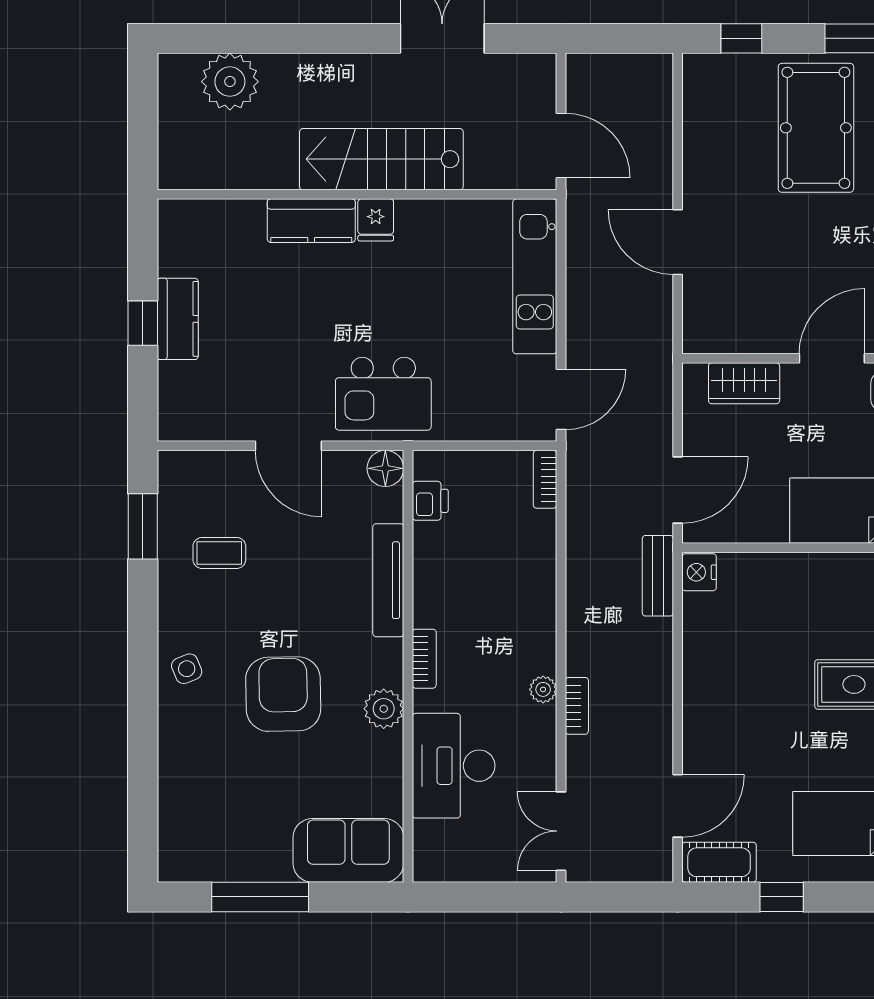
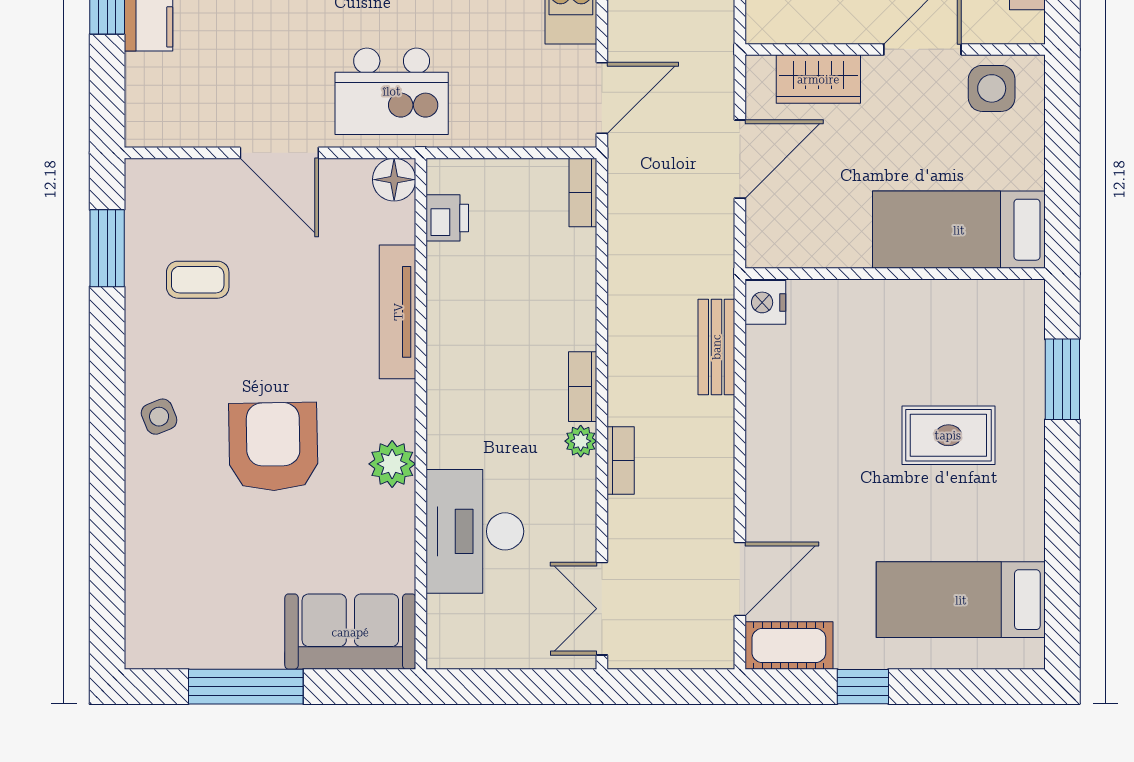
door: (678, 490) -> (740, 159), moved
bench: (658, 576) -> (716, 347), moved
bookcase: (424, 659) -> (583, 387), moved, turned 180

